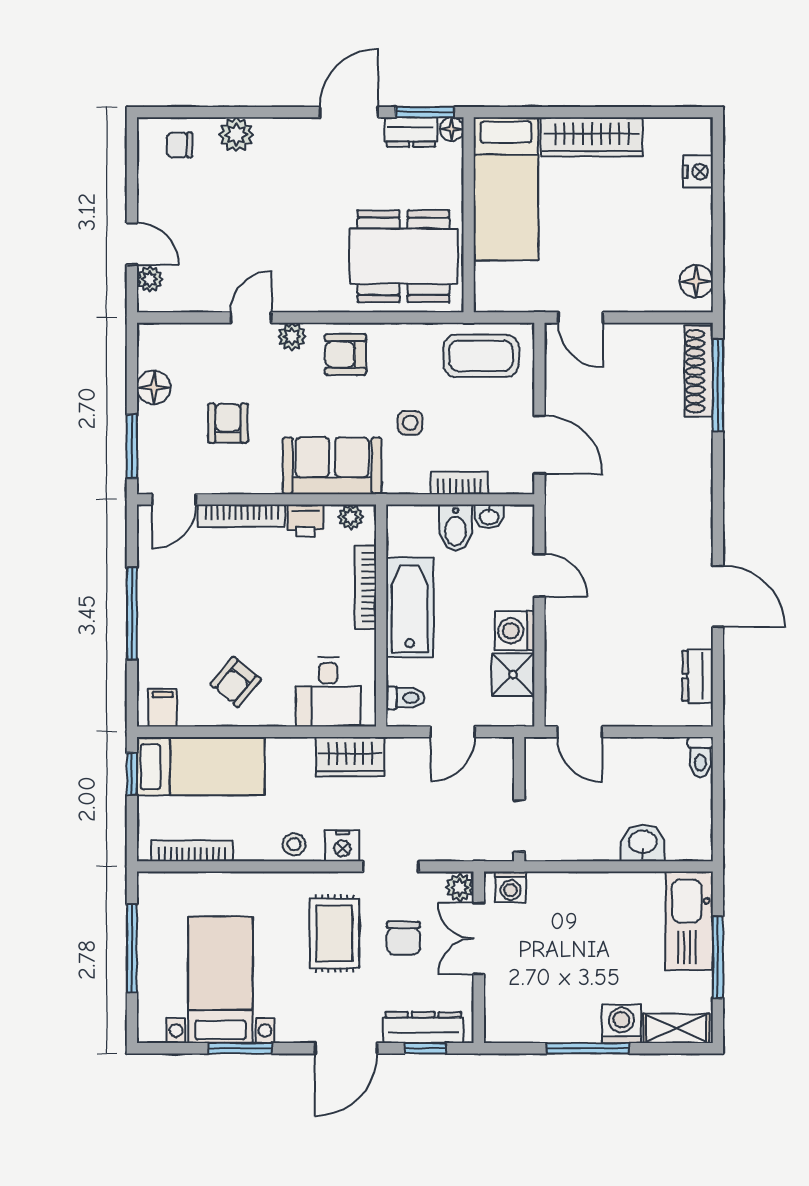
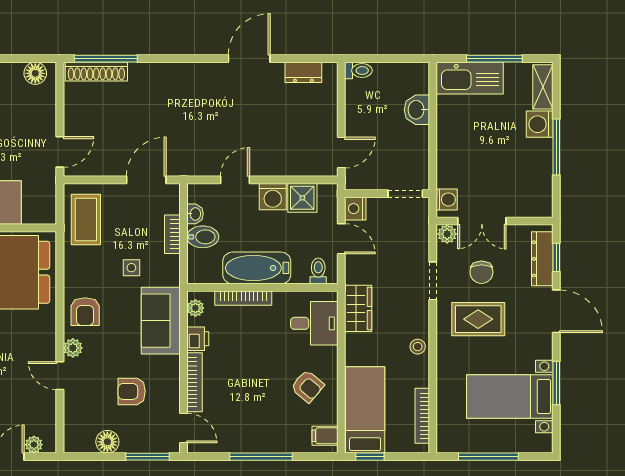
nightstand: (342, 846) -> (355, 209), moved, turned 180
chair: (403, 938) -> (481, 272), turned 90

